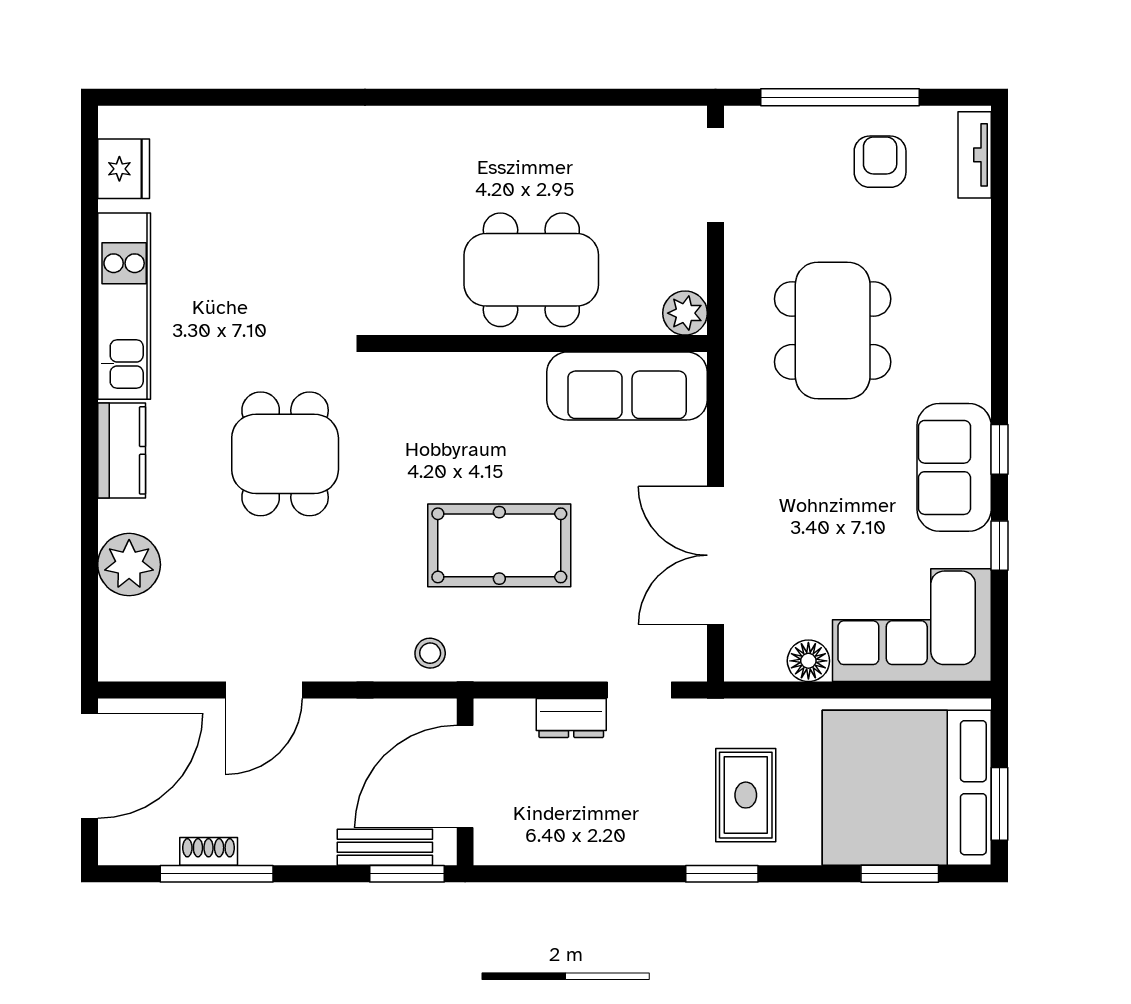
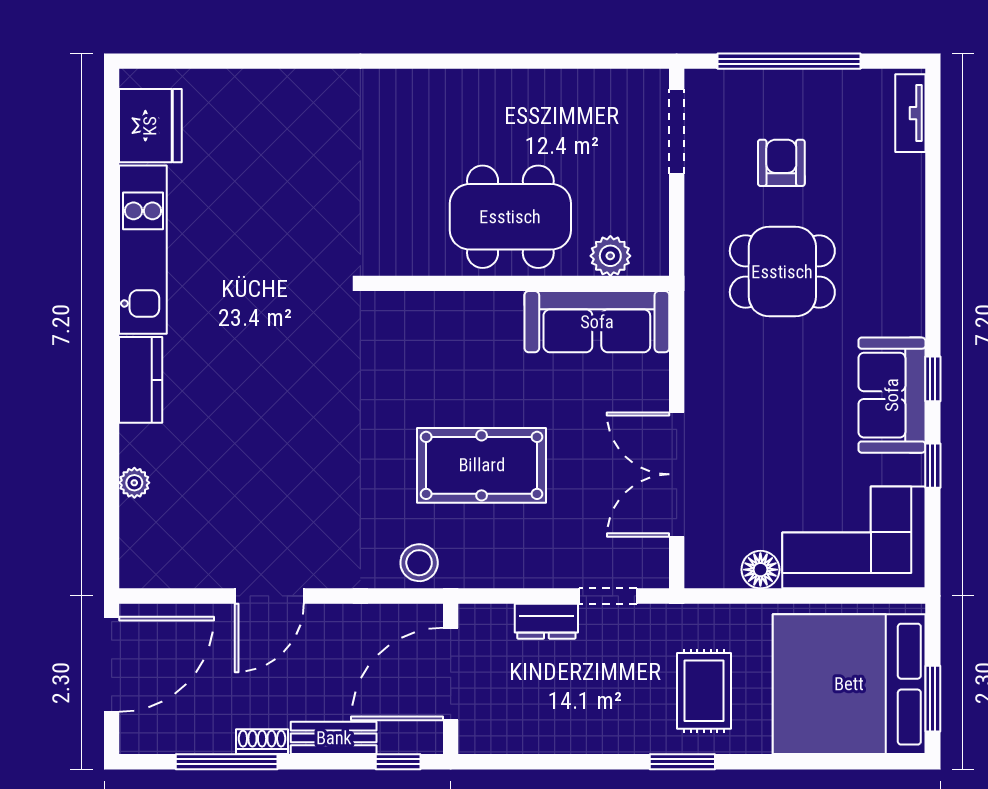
armchair: (880, 162) -> (781, 163), moved
fridge: (124, 169) -> (150, 126), width x1.36, depth x1.34
plant: (685, 313) -> (610, 256), moved
dining table: (833, 330) -> (782, 272), width x0.73
dining table: (285, 454) -> (288, 383), removed
plant: (129, 565) -> (134, 483), width x0.53, depth x0.53
stool: (430, 653) -> (419, 563), width x1.37, depth x1.37
bench: (385, 847) -> (334, 738), moved
shoe rack: (209, 851) -> (262, 742), moved
window: (407, 874) -> (398, 762), width x0.67
window: (900, 874) -> (843, 762), removed

